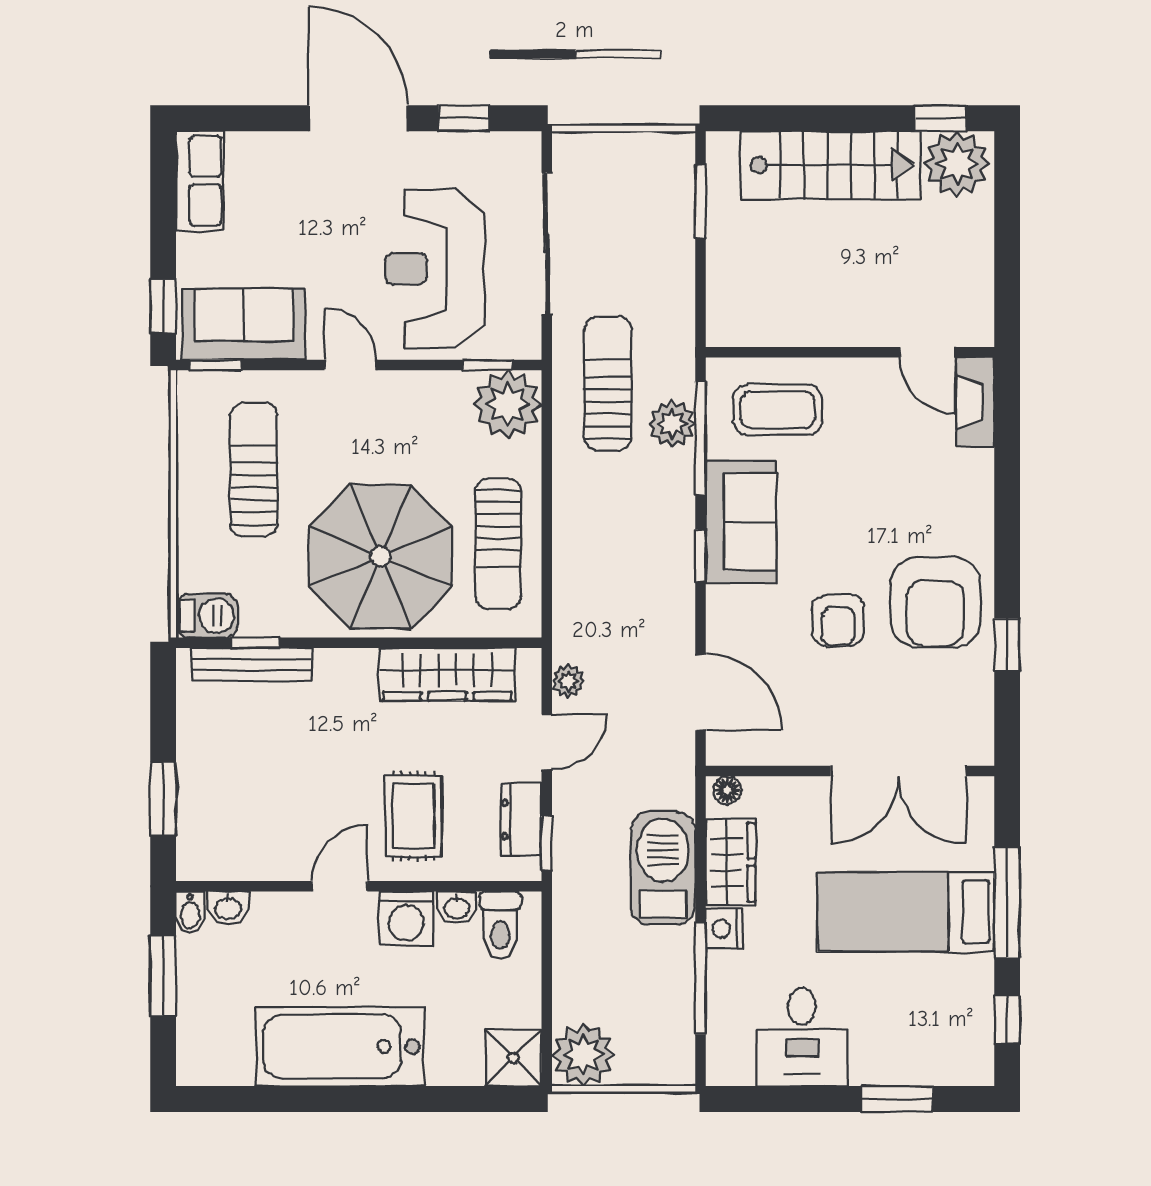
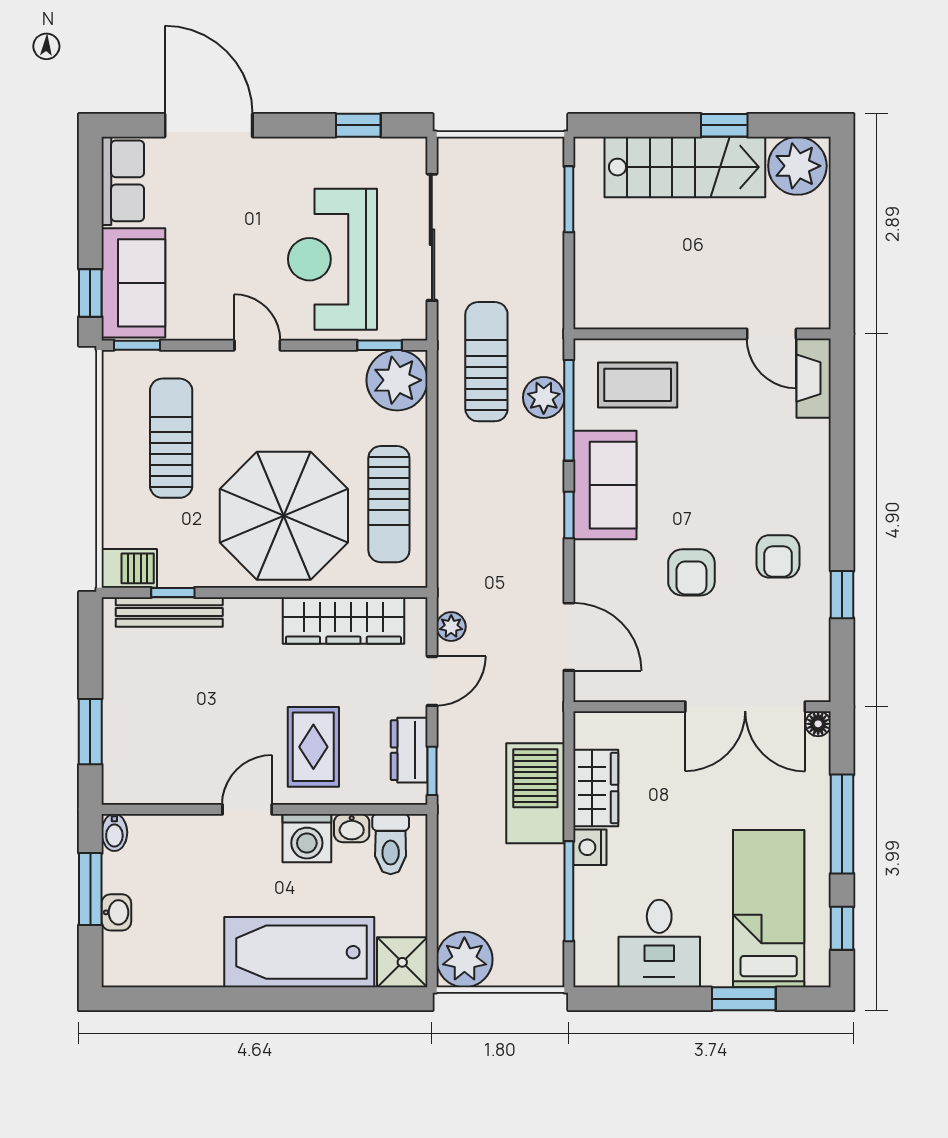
door: (358, 118) -> (209, 125), moved
window: (940, 118) -> (724, 125), moved
sofa: (244, 324) -> (133, 283), moved, turned 90
armchair: (935, 602) -> (778, 556), width x0.53, depth x0.53
floor lamp: (727, 790) -> (818, 724), moved
washbasin: (228, 908) -> (116, 912), moved, turned -90
bed: (906, 912) -> (769, 909), moved, turned 90
bathtub: (340, 1047) -> (299, 952), moved

